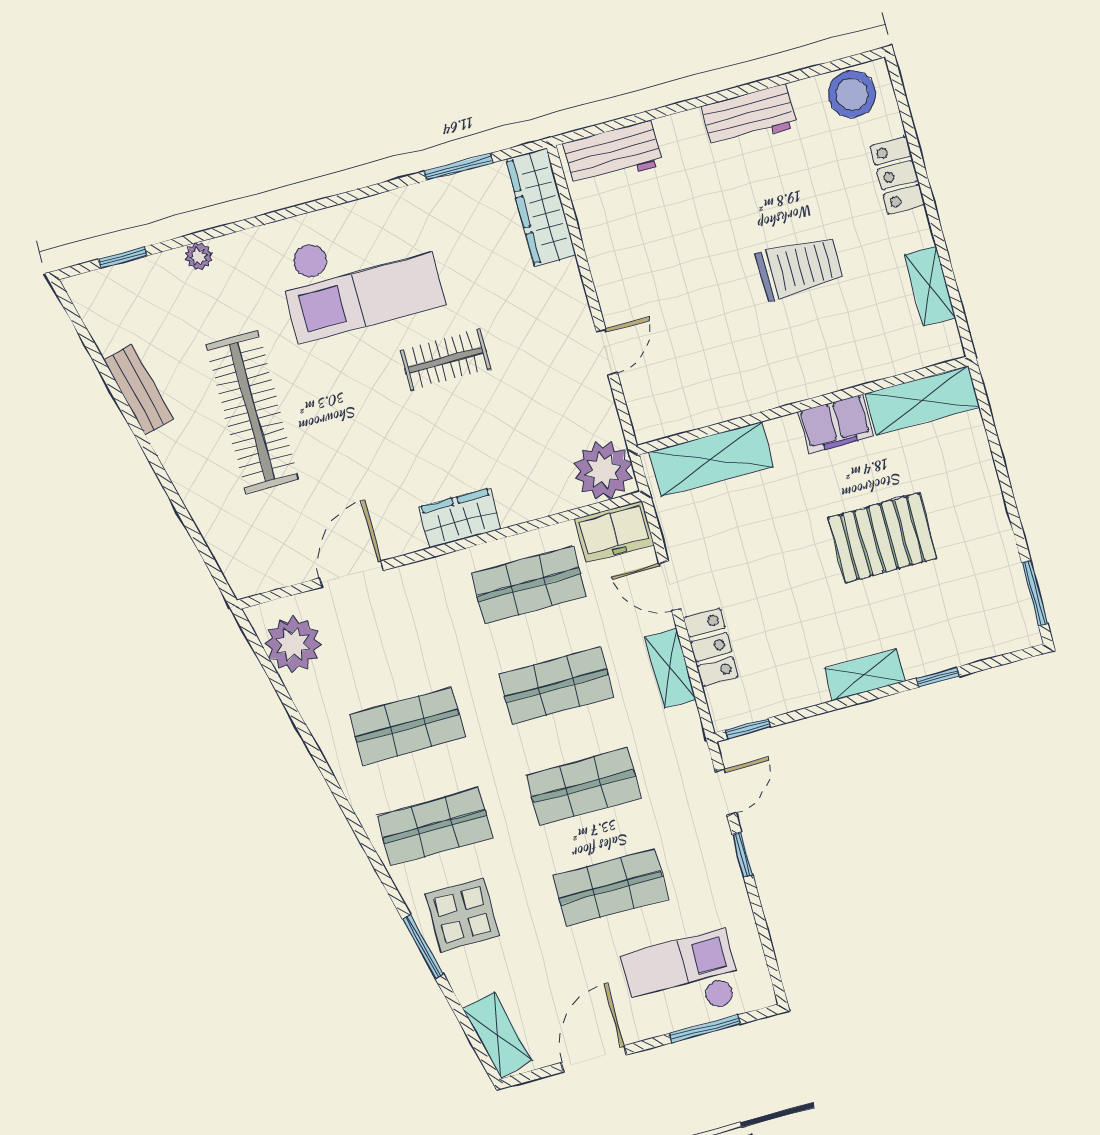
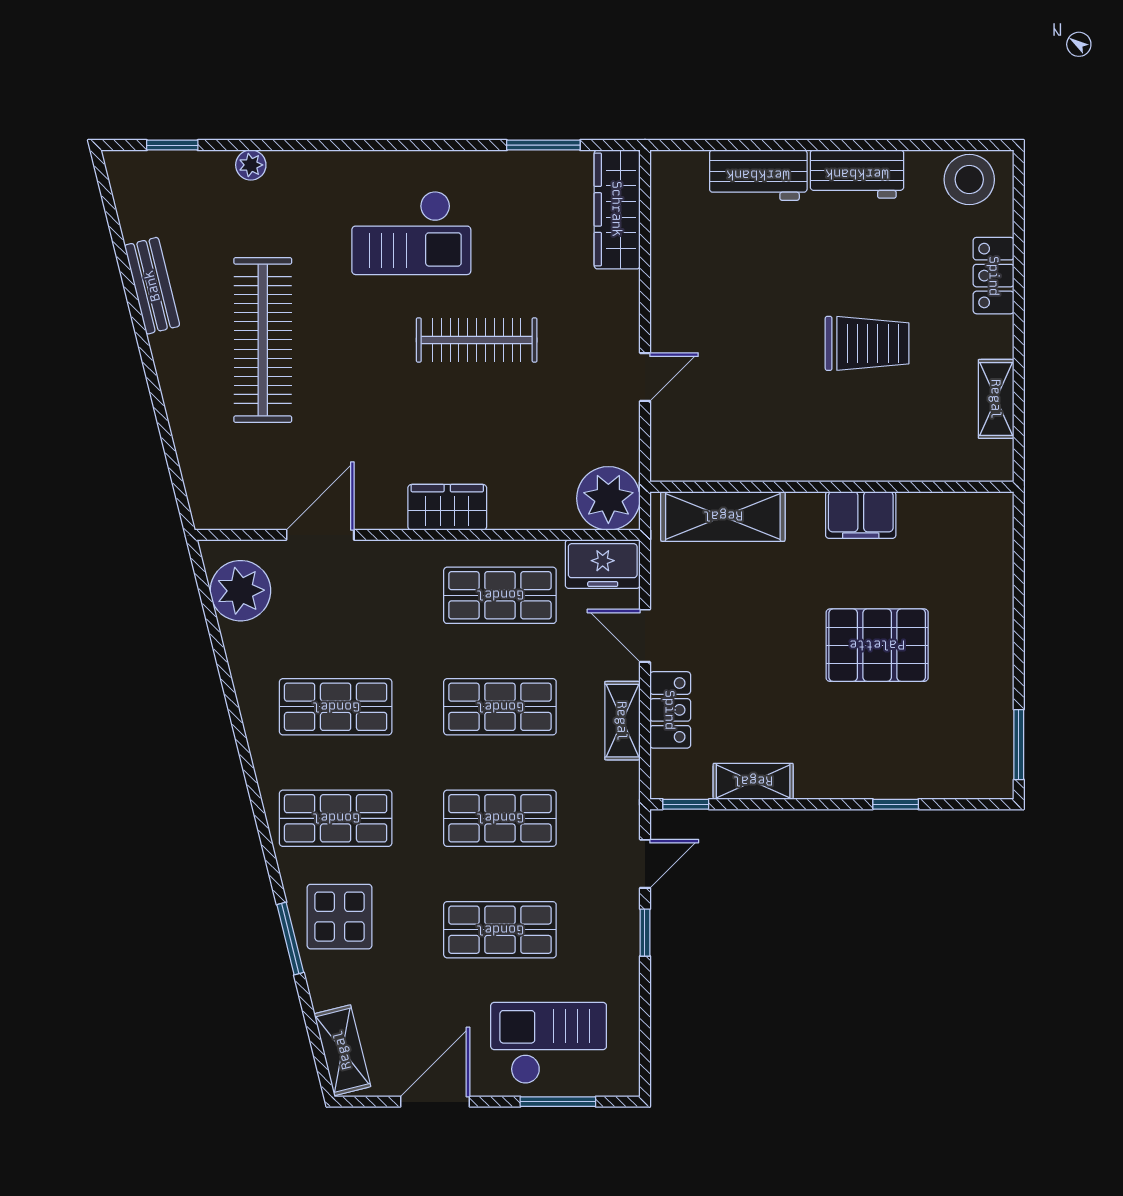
workbench: (613, 154) -> (758, 175), moved
checkout: (360, 279) -> (411, 233), width x0.73, depth x0.83
clothes rail: (446, 360) -> (477, 340), width x1.36
shelving: (922, 400) -> (957, 514), removed
shelving: (865, 675) -> (753, 781), moved

